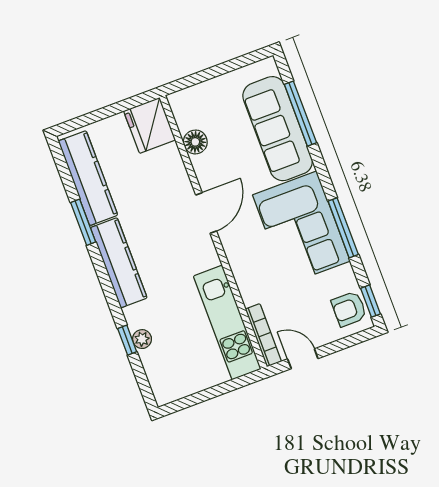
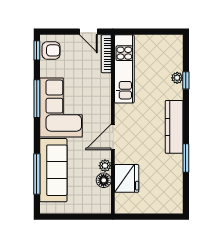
fridge: (150, 125) -> (127, 178), moved
plant: (202, 165) -> (105, 166), added
kitchen counter: (88, 178) -> (174, 183), removed

